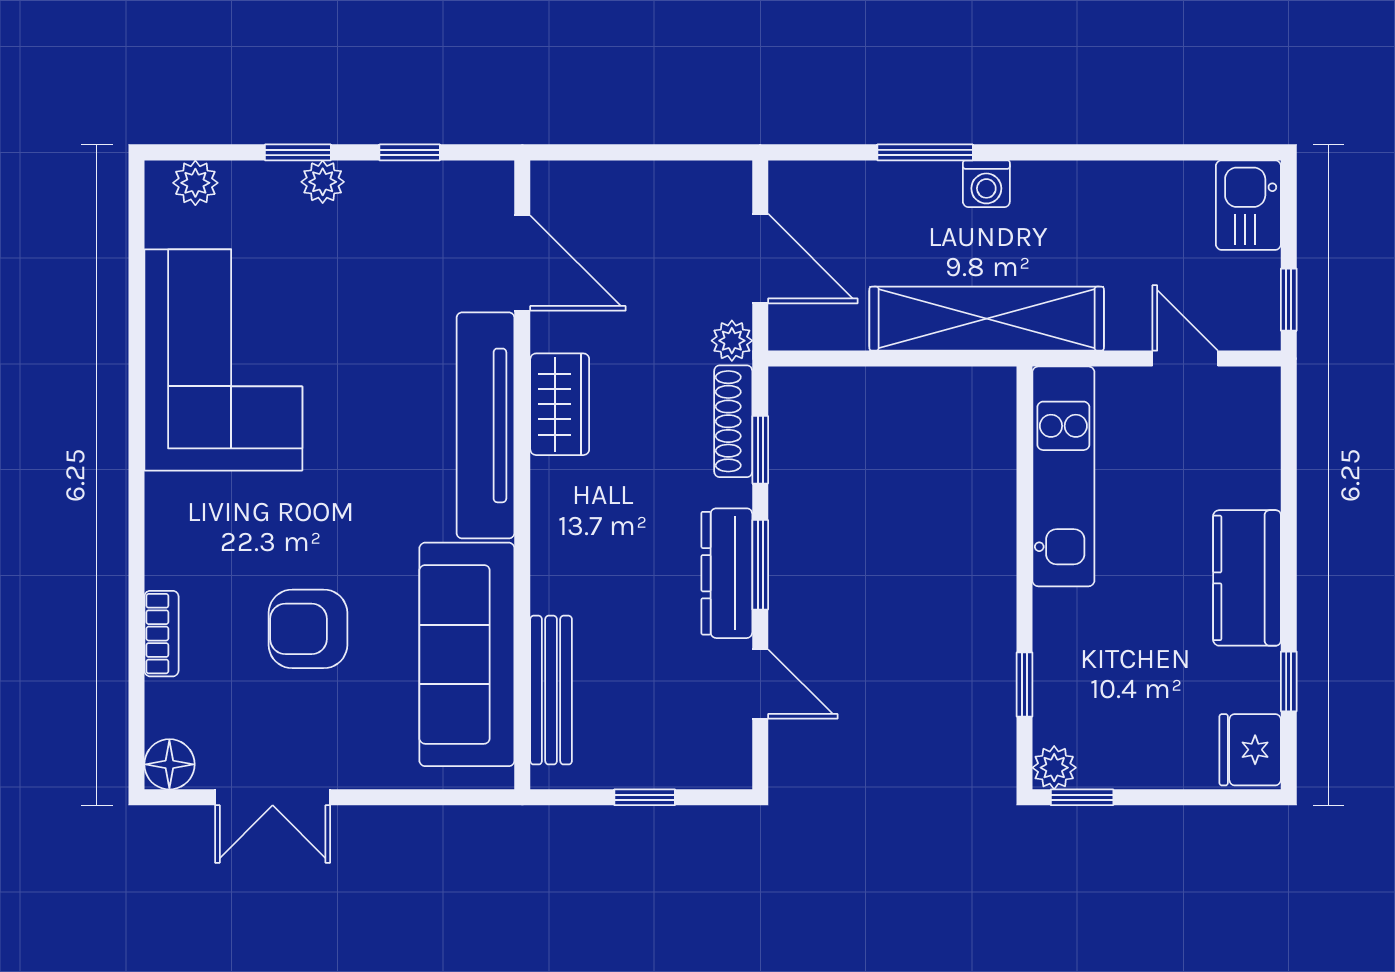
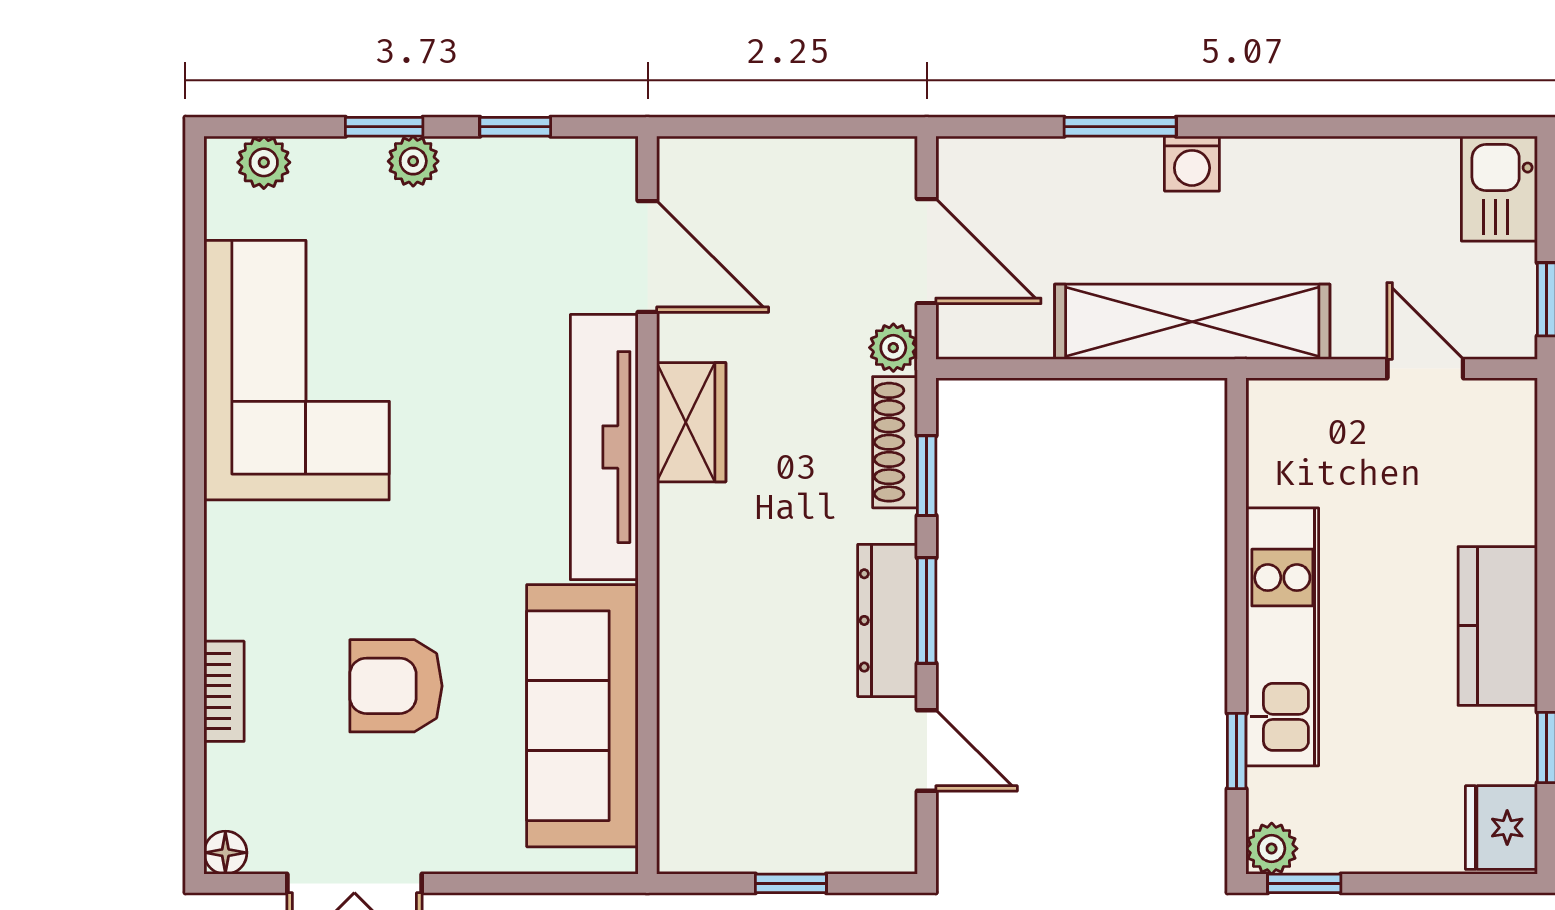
kitchen unit: (1063, 476) -> (1282, 637), moved
bench: (551, 690) -> (681, 758), removed
floor lamp: (169, 764) -> (225, 853), width x0.73, depth x0.73

